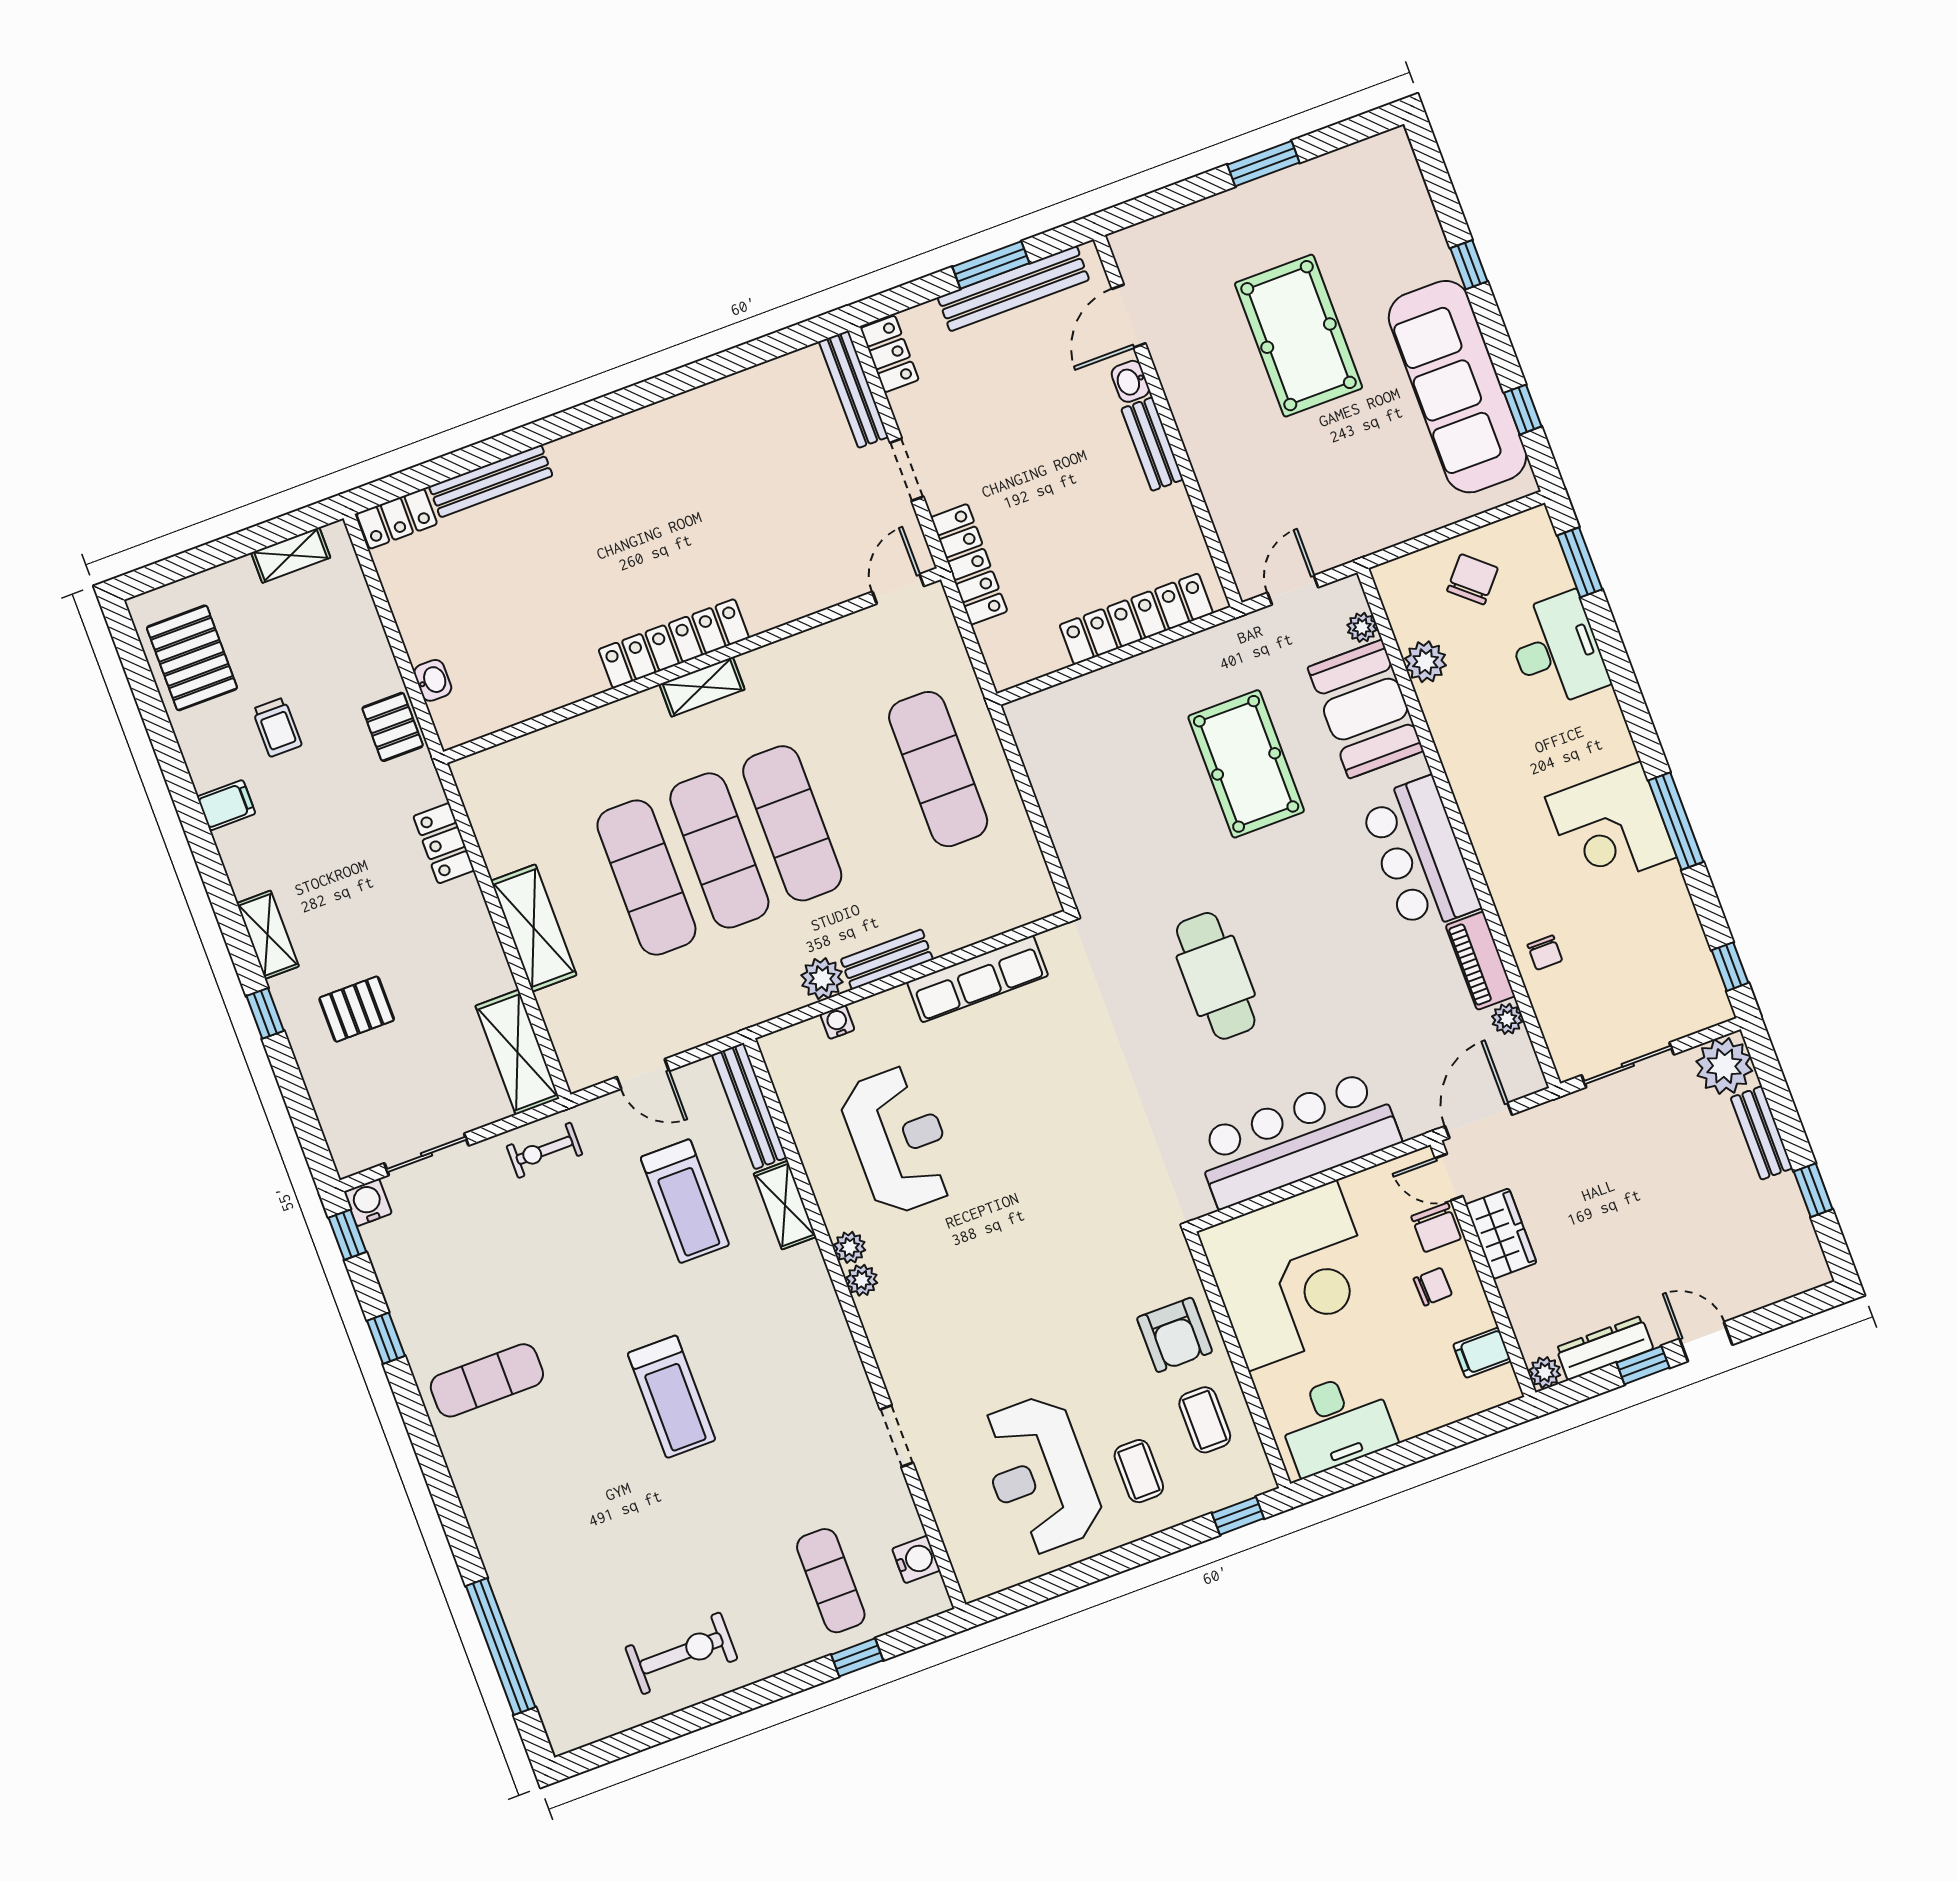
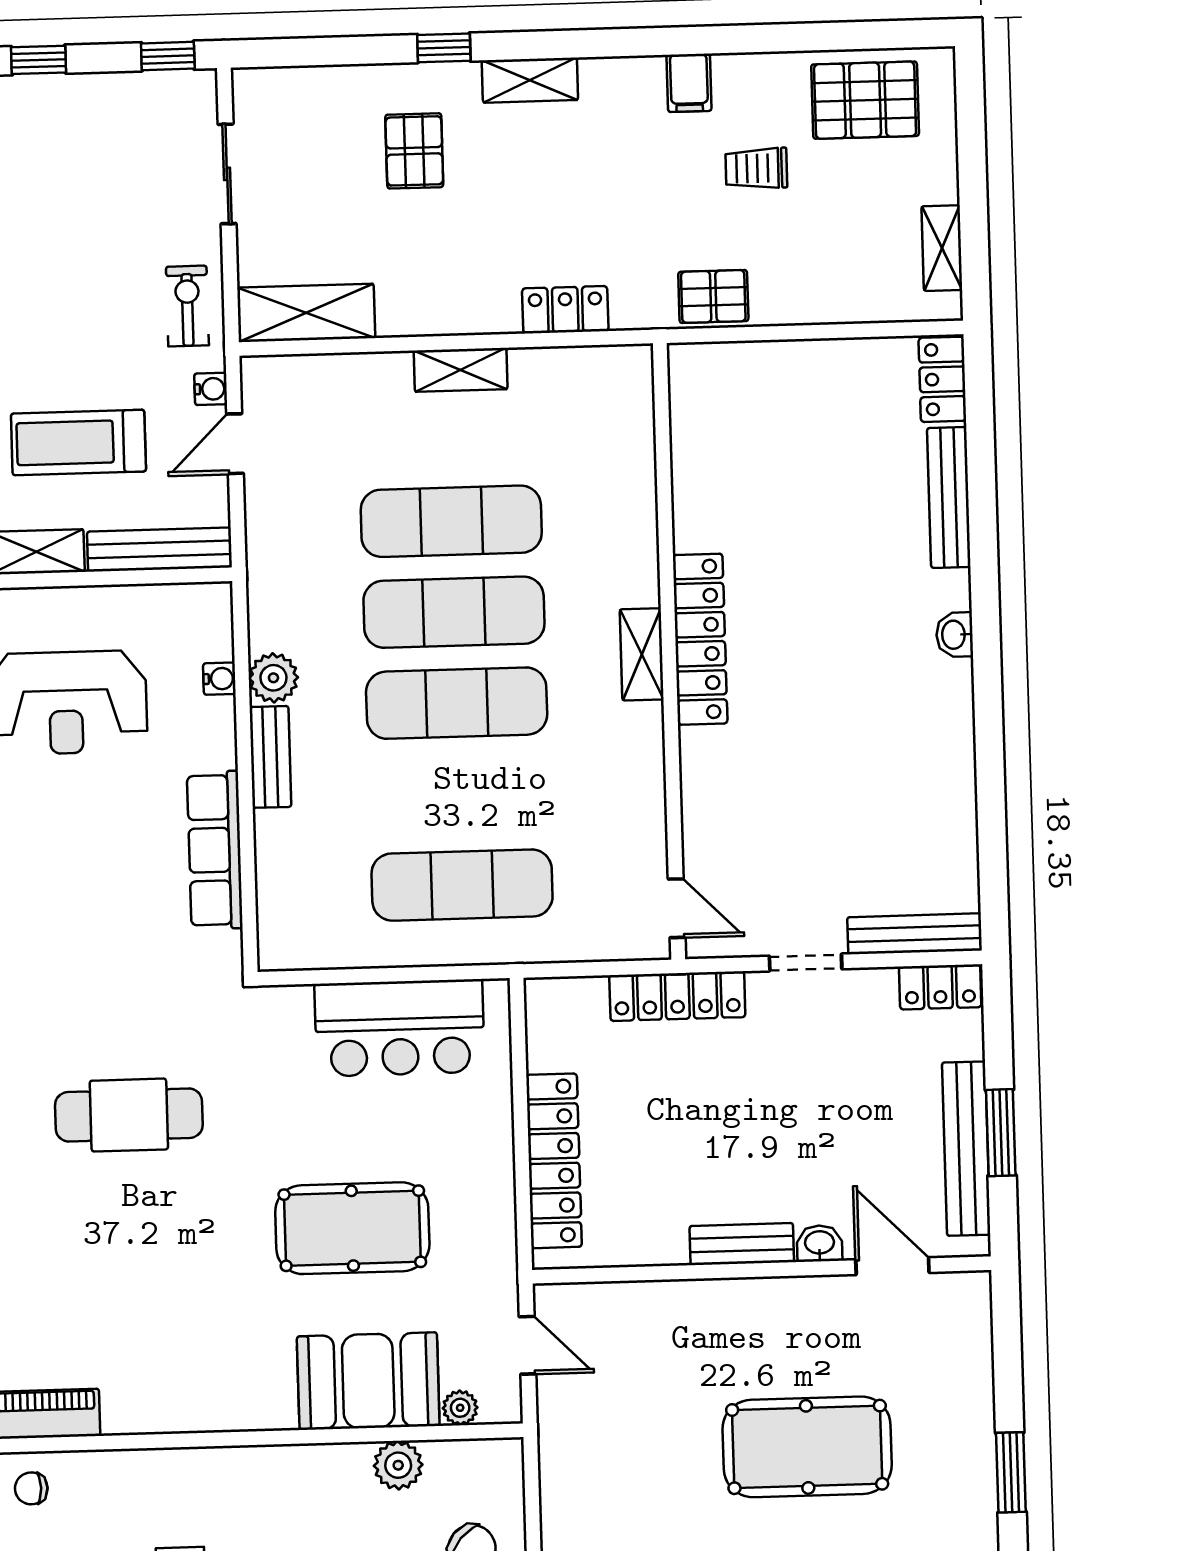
washbasin: (433, 680) -> (955, 635), moved, turned 90
bar counter: (1420, 855) -> (400, 1028), moved, turned 180
shelving: (534, 928) -> (461, 370), width x0.67, depth x0.75
water cooler: (368, 1202) -> (211, 389), moved, width x0.72, depth x0.72

